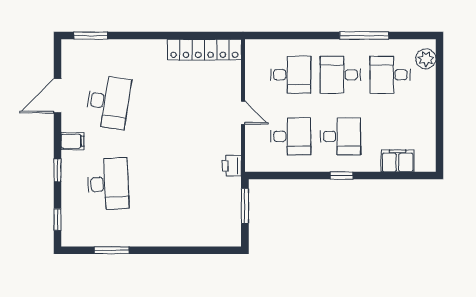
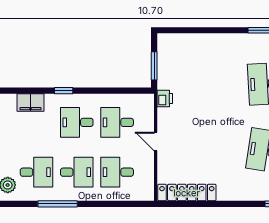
window: (341, 176) -> (64, 91), moved

